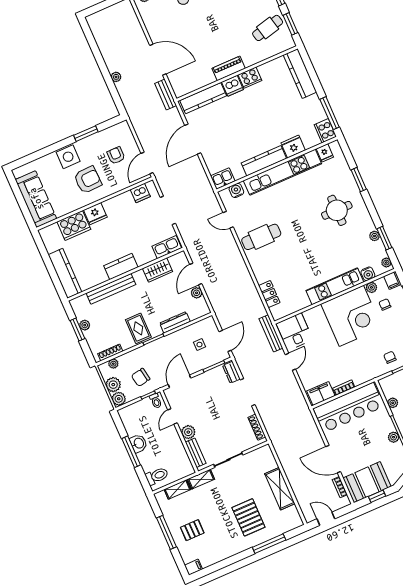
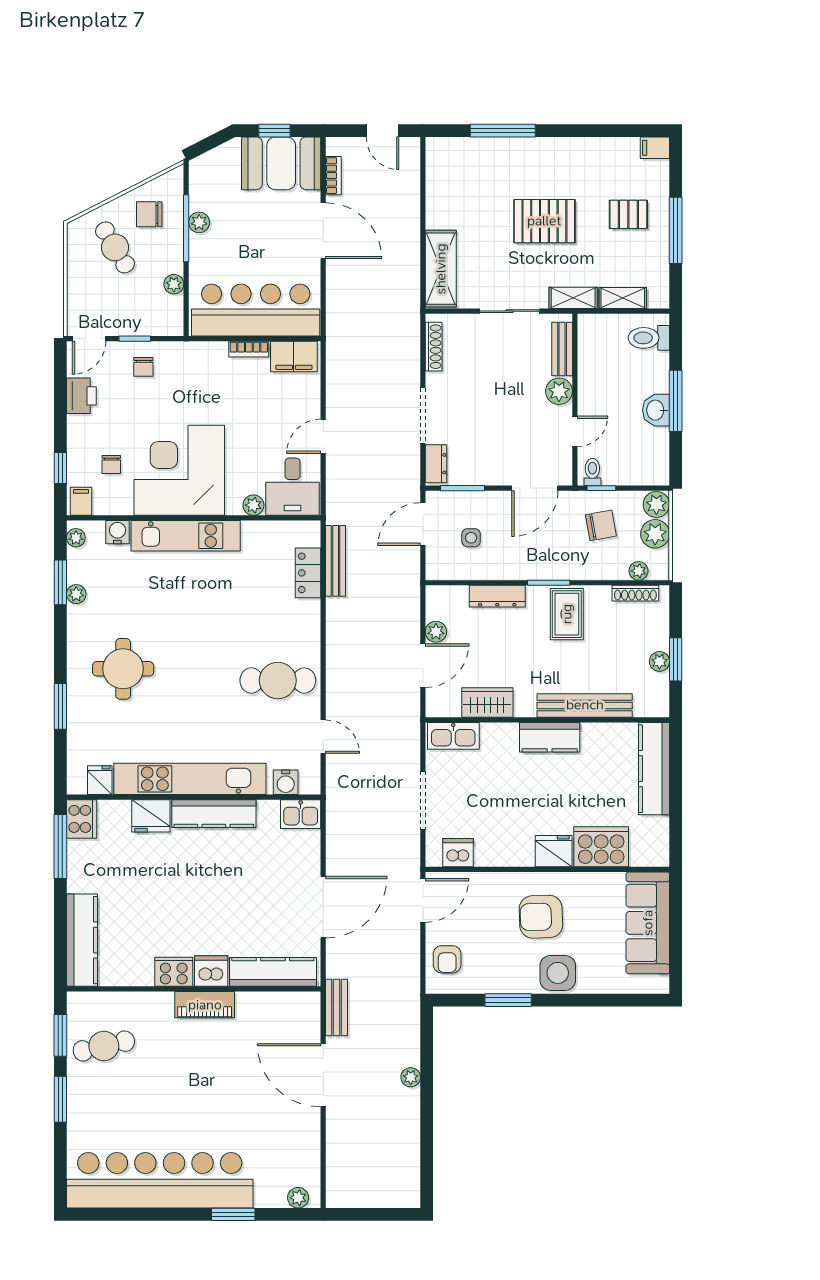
armchair: (116, 155) -> (447, 959), moved
plant: (371, 287) -> (253, 505), moved
bench: (271, 333) -> (336, 561), moved
shelving: (280, 489) -> (441, 269), moved
pallet: (248, 517) -> (544, 221), moved, turned 90

